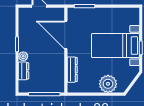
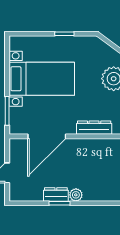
bed with nightstands: (116, 46) -> (42, 79), moved, turned -90
dresser: (24, 71) -> (56, 194), moved

